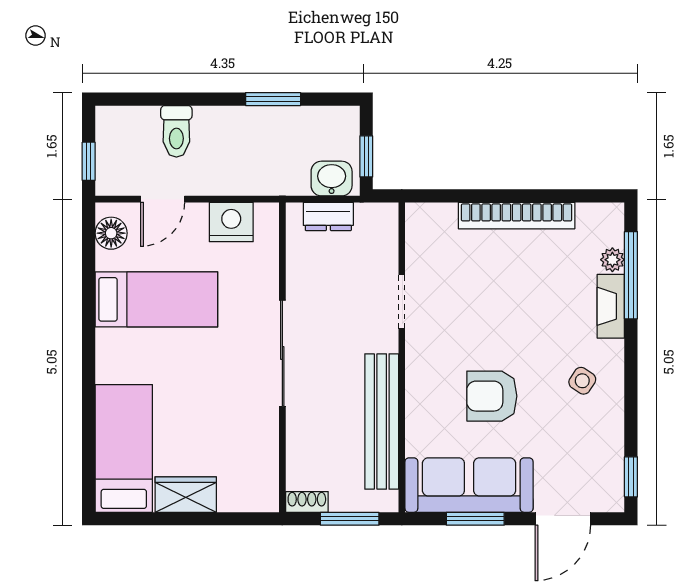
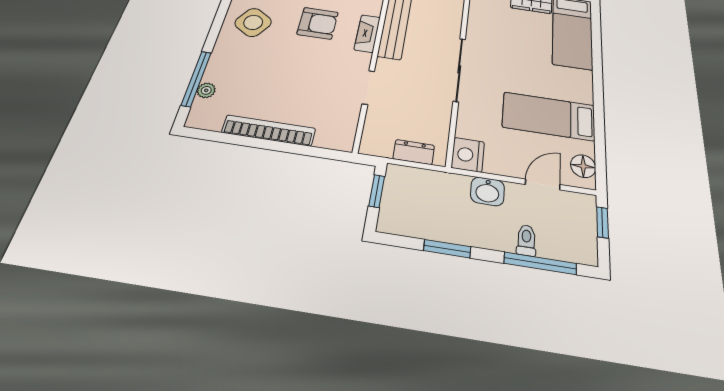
window: (164, 99) -> (540, 263), added
toilet: (176, 131) -> (526, 240), width x0.73, depth x0.72
washbasin: (332, 179) -> (487, 191), moved
nightstand: (231, 222) -> (468, 155), moved, turned 90
fireplace: (611, 306) -> (367, 33), moved, turned 180
side table: (582, 381) -> (253, 22), width x1.87, depth x1.87

